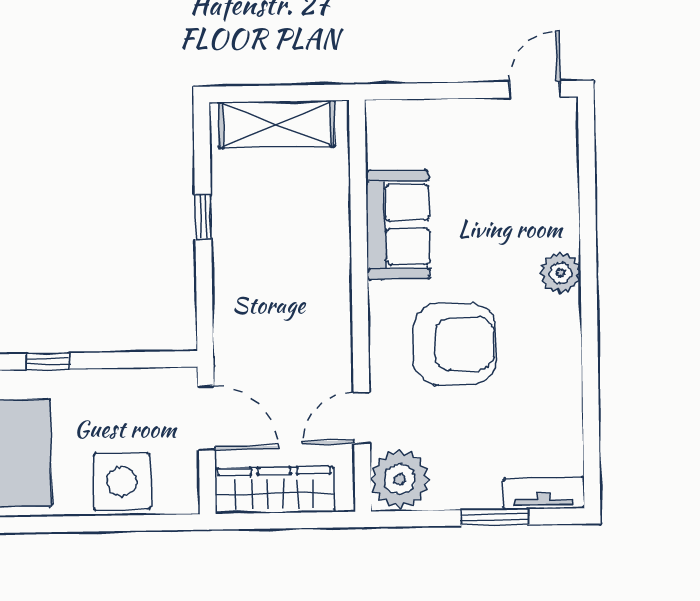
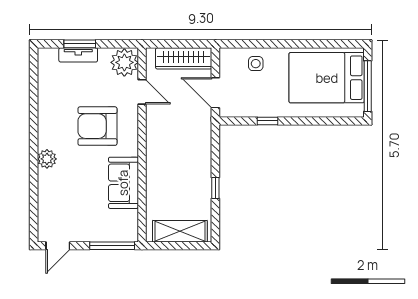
window: (420, 91) -> (112, 246), added
window: (48, 361) -> (268, 121), moved
door: (362, 418) -> (142, 92), hinge flipped
side table: (122, 481) -> (256, 64), width x0.54, depth x0.54
tv unit: (544, 493) -> (78, 55), moved

